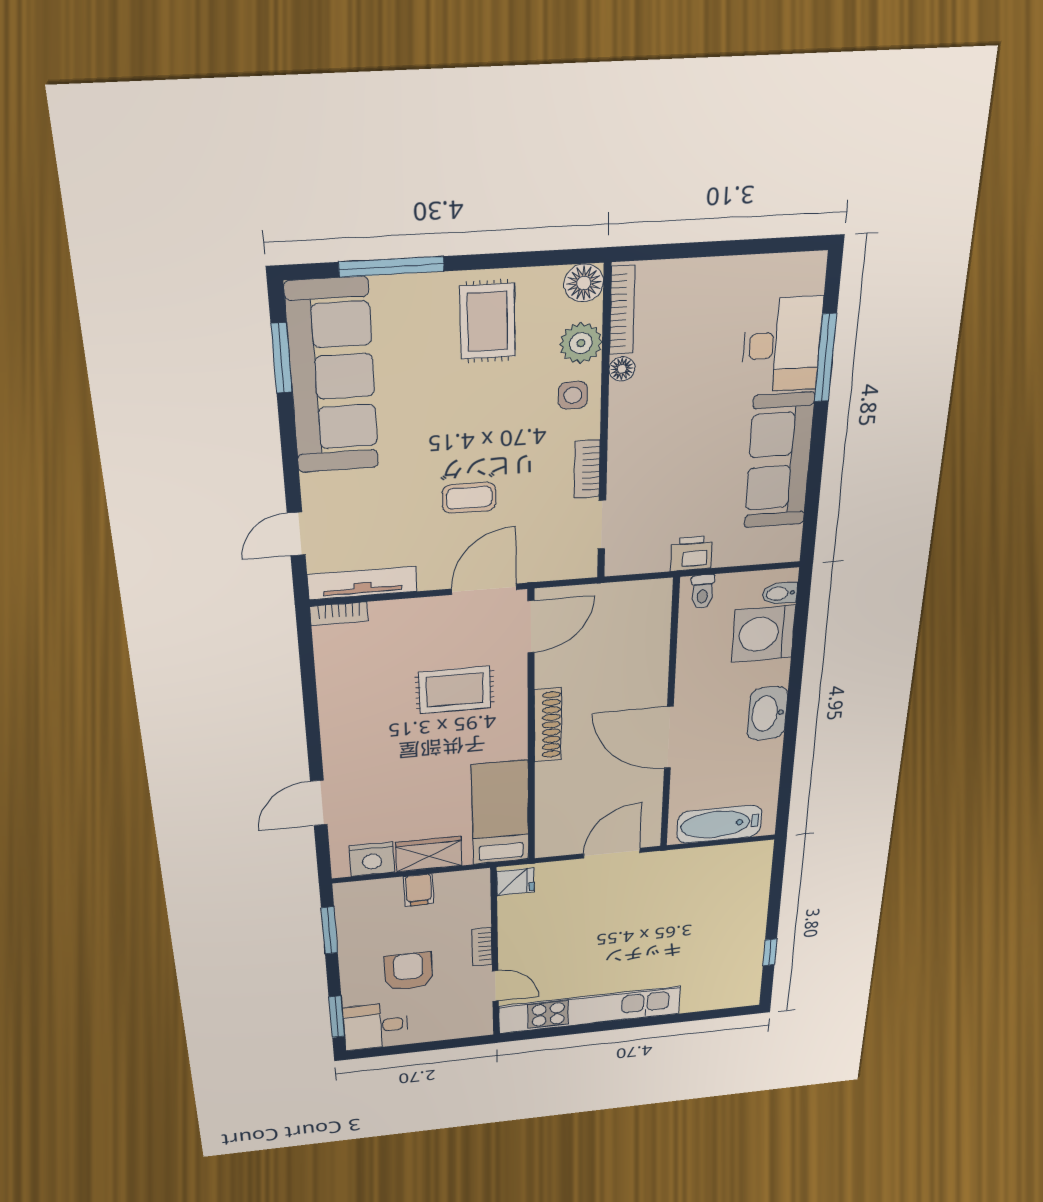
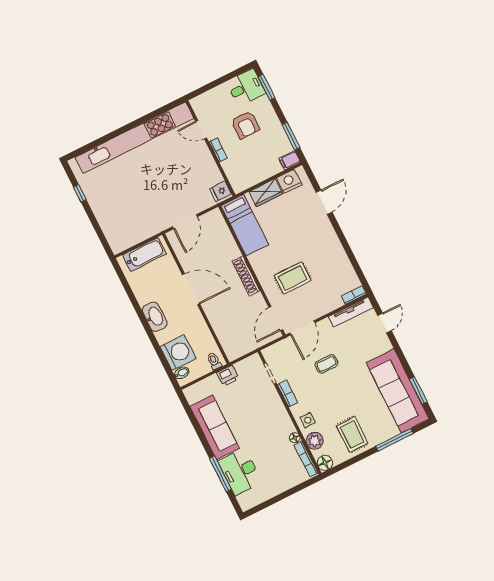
filing cabinet: (418, 890) -> (290, 160), moved, turned -90
kitchen unit: (590, 1010) -> (134, 138), width x1.36

